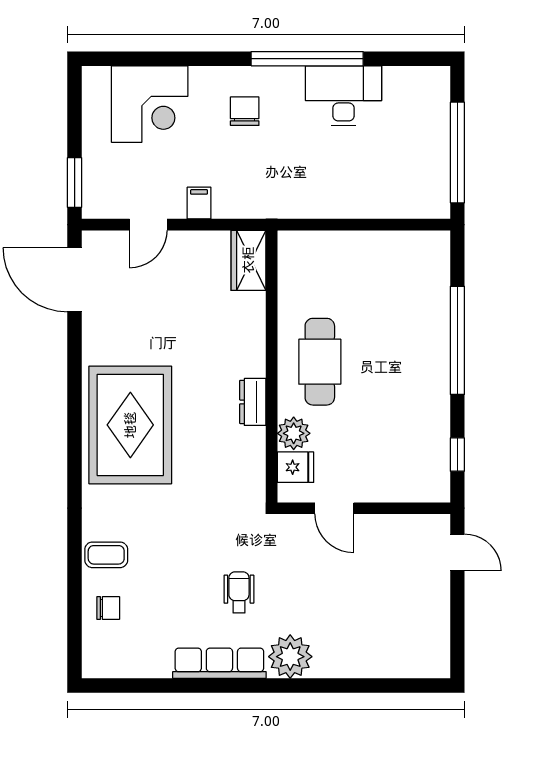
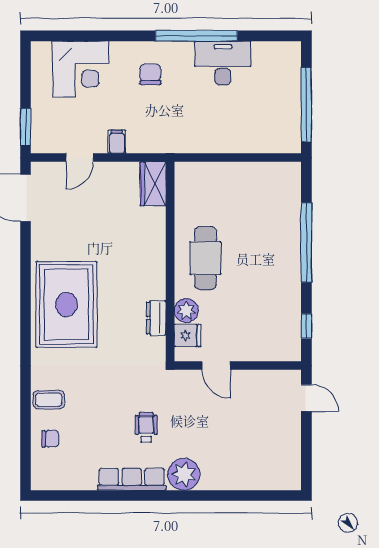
dresser: (253, 402) -> (156, 318), moved

